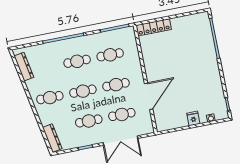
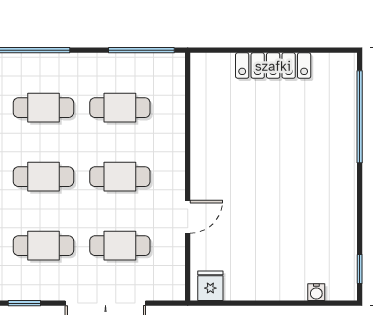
locker: (154, 27) -> (273, 66), moved
door: (149, 96) -> (188, 217), width x0.53
fridge: (193, 118) -> (210, 286), moved

